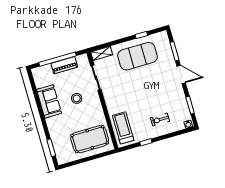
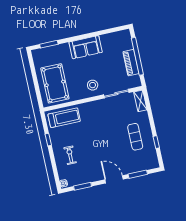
exercise mat: (138, 56) -> (135, 137), width x0.50, depth x0.69
door: (181, 74) -> (114, 179), swing flipped
stool: (77, 98) -> (93, 85), moved
sofa: (49, 101) -> (86, 47), moved

